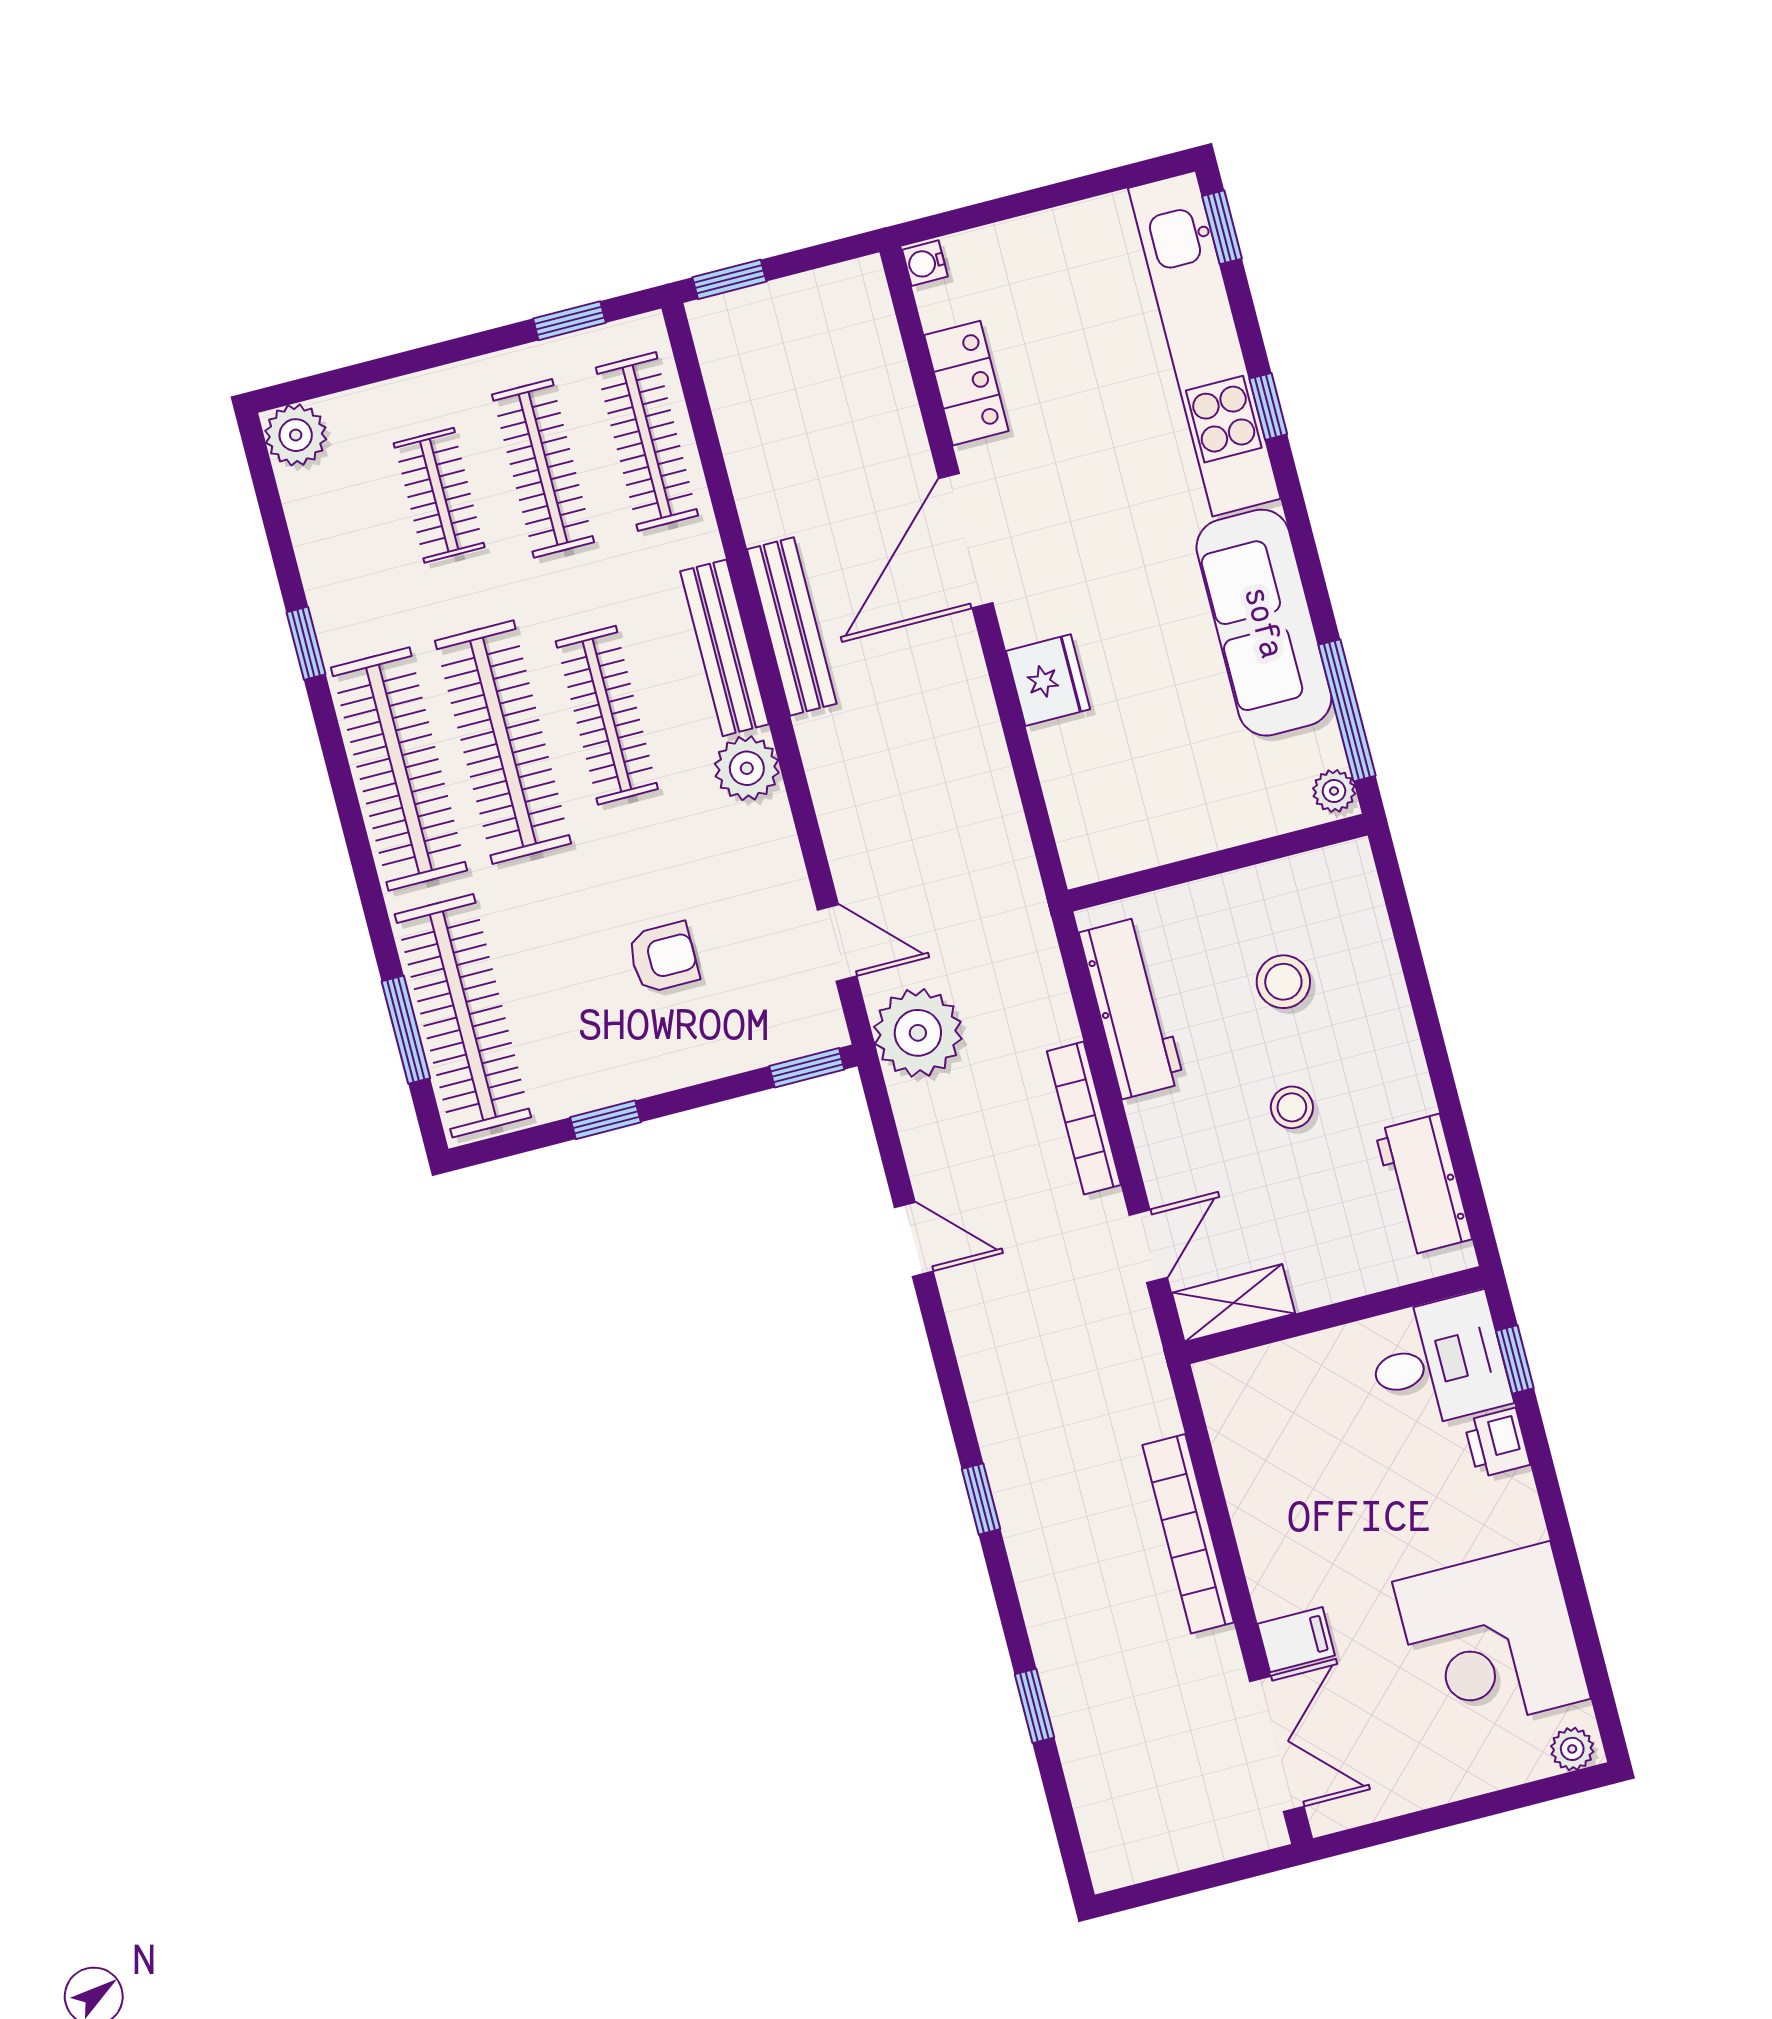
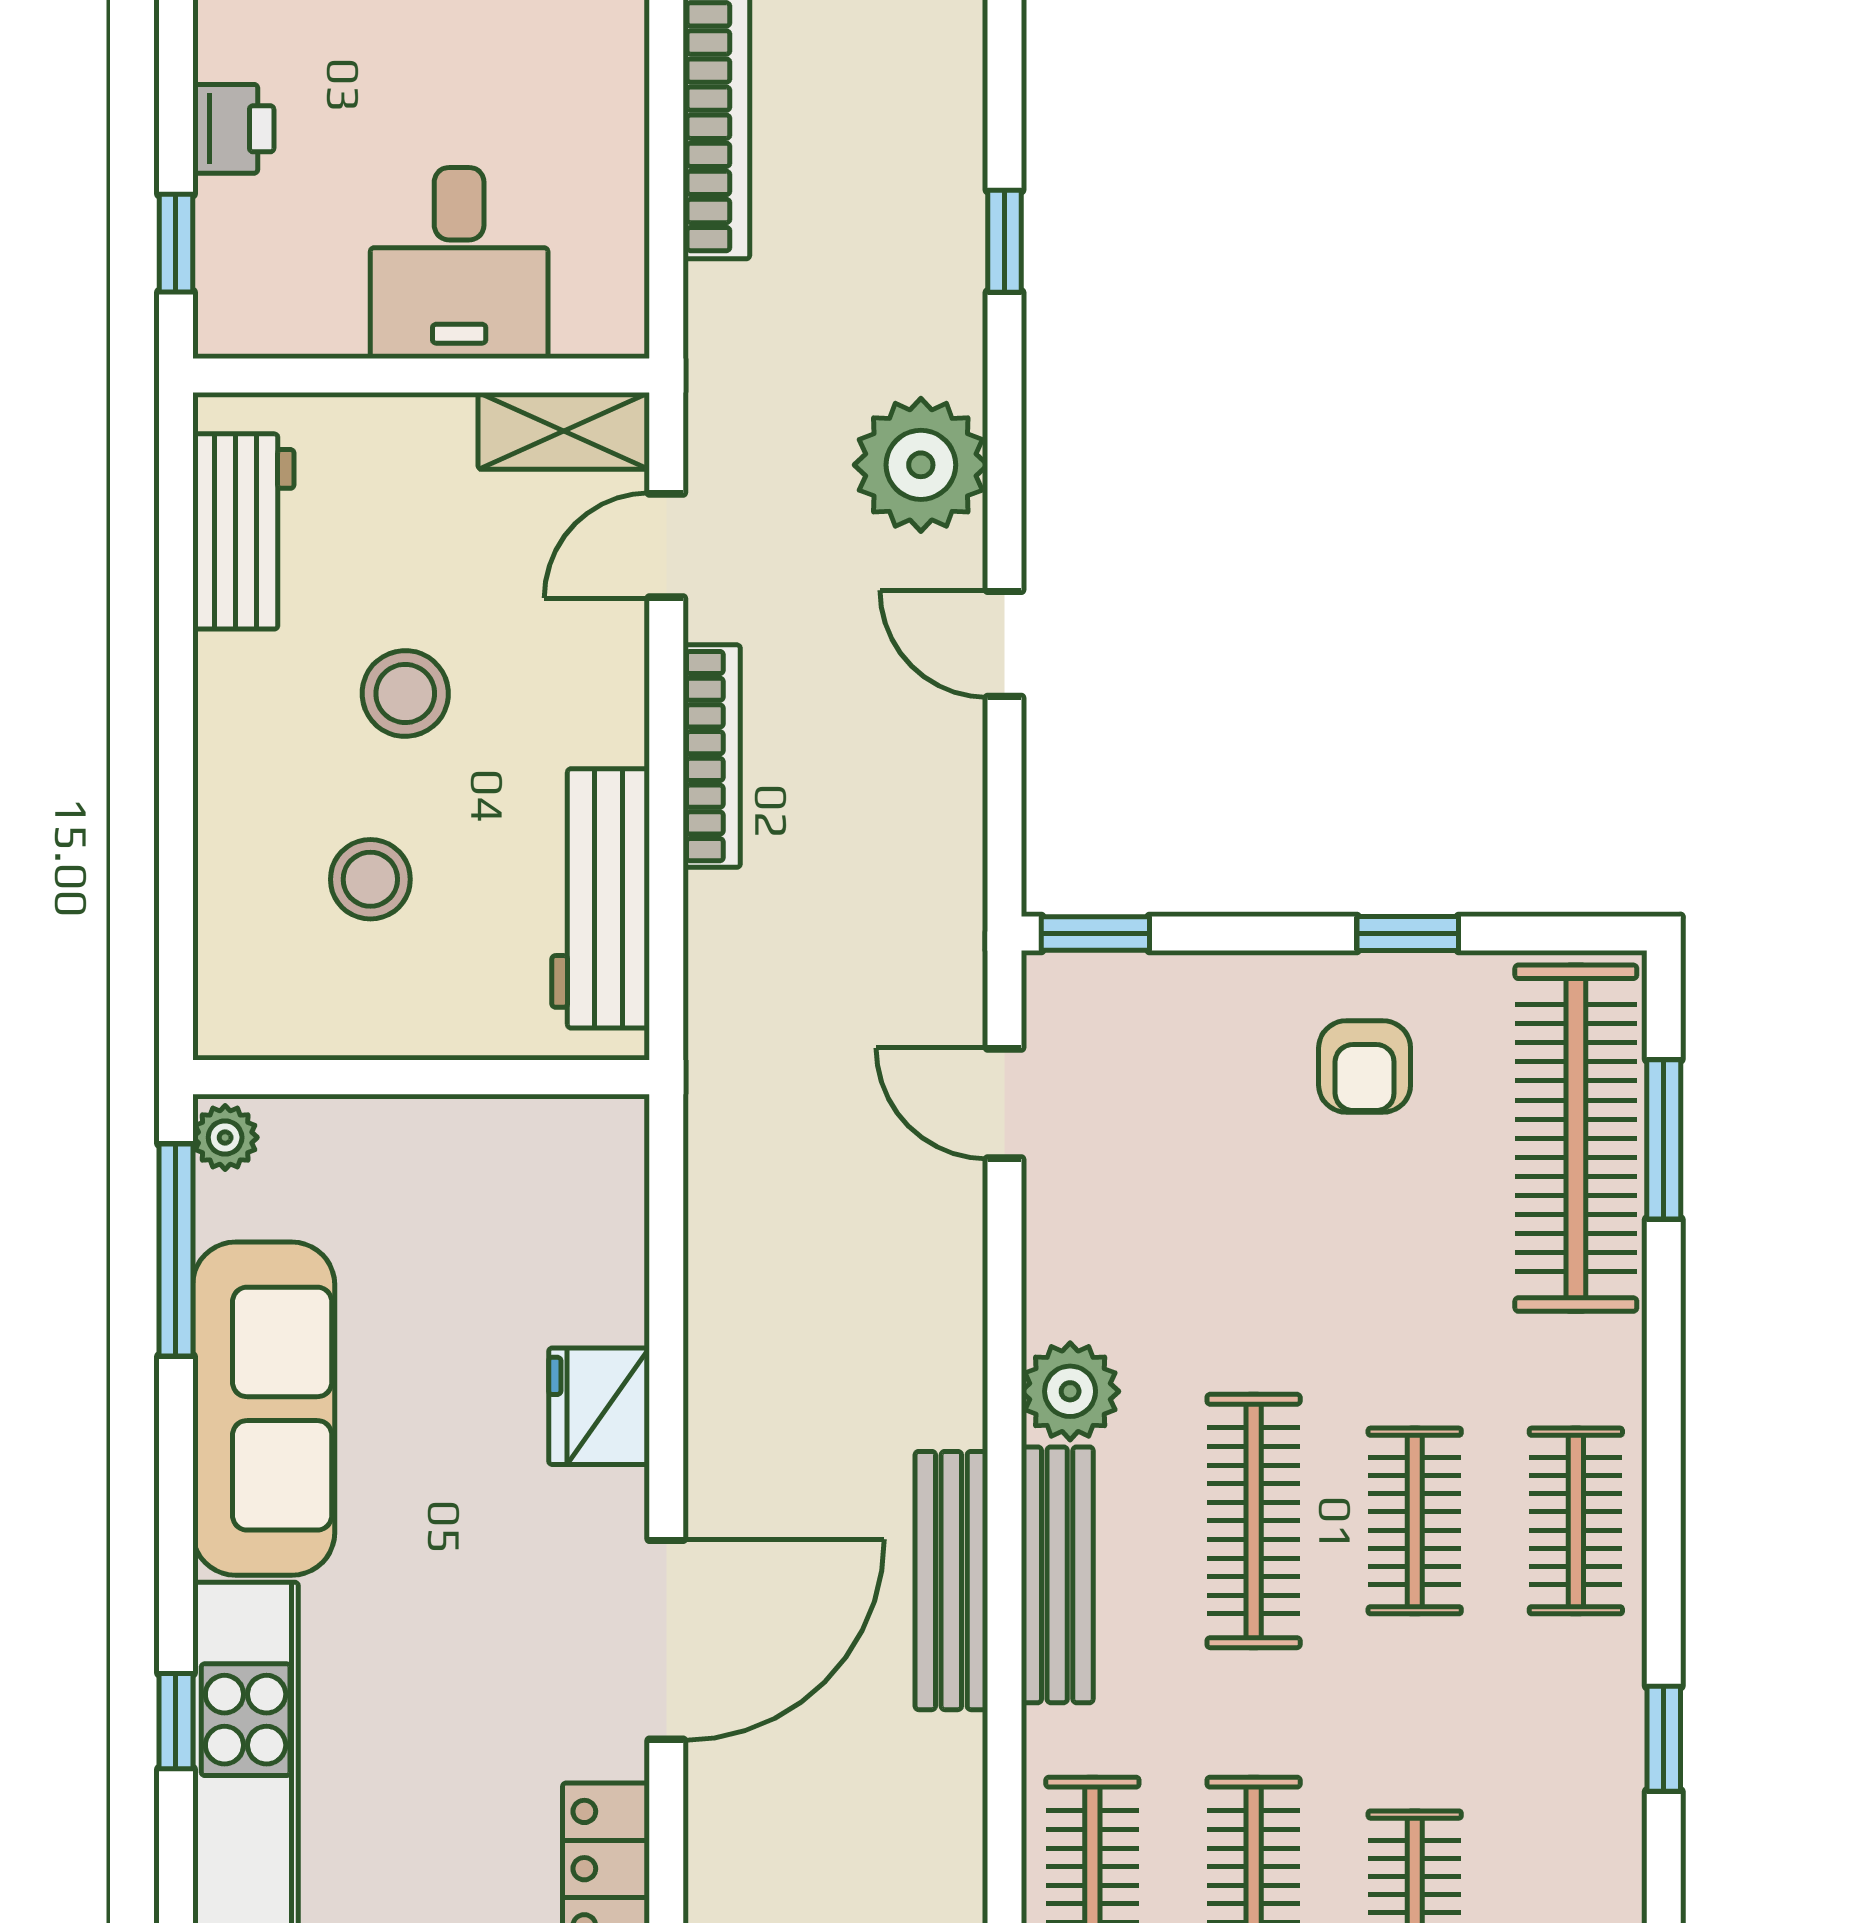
clothes rail: (503, 742) -> (1415, 1521), width x0.54, depth x0.76
clothes rail: (399, 769) -> (1576, 1521), width x0.54, depth x0.76
armchair: (663, 957) -> (1365, 1066), moved, turned -90
plant: (918, 1033) -> (921, 465), moved
stool: (1292, 1107) -> (405, 693), width x1.37, depth x1.37
desk: (1438, 1362) -> (459, 263), moved, turned -90

